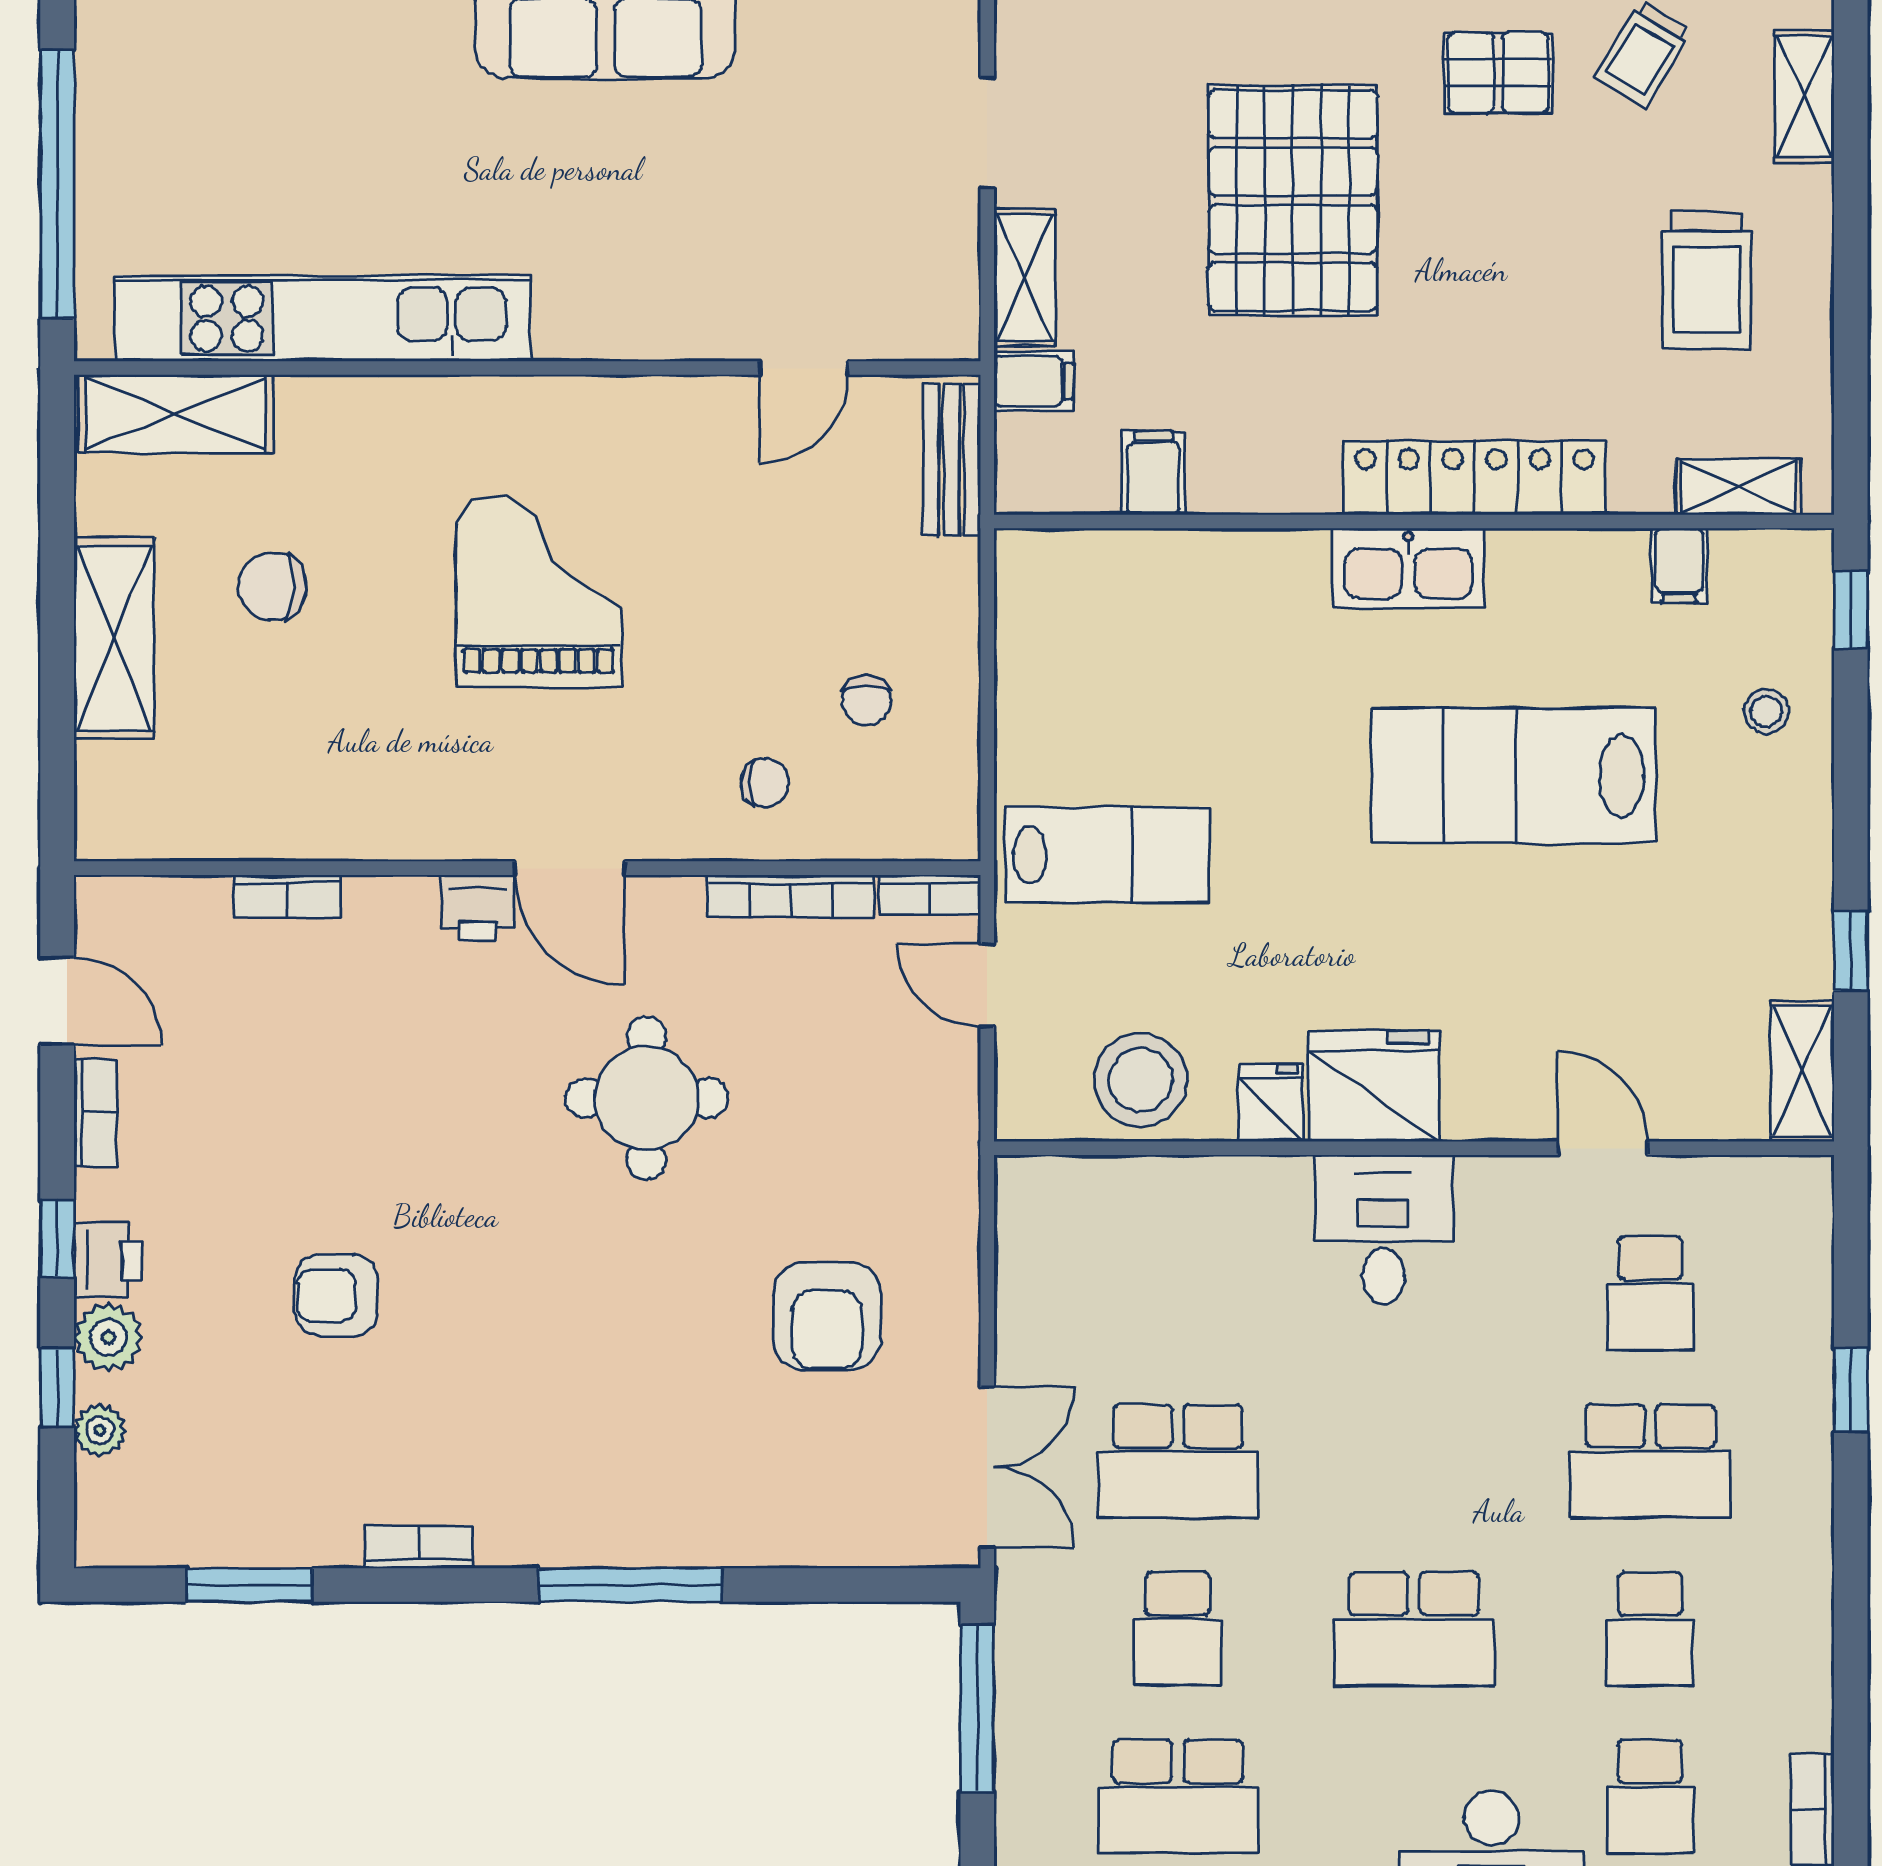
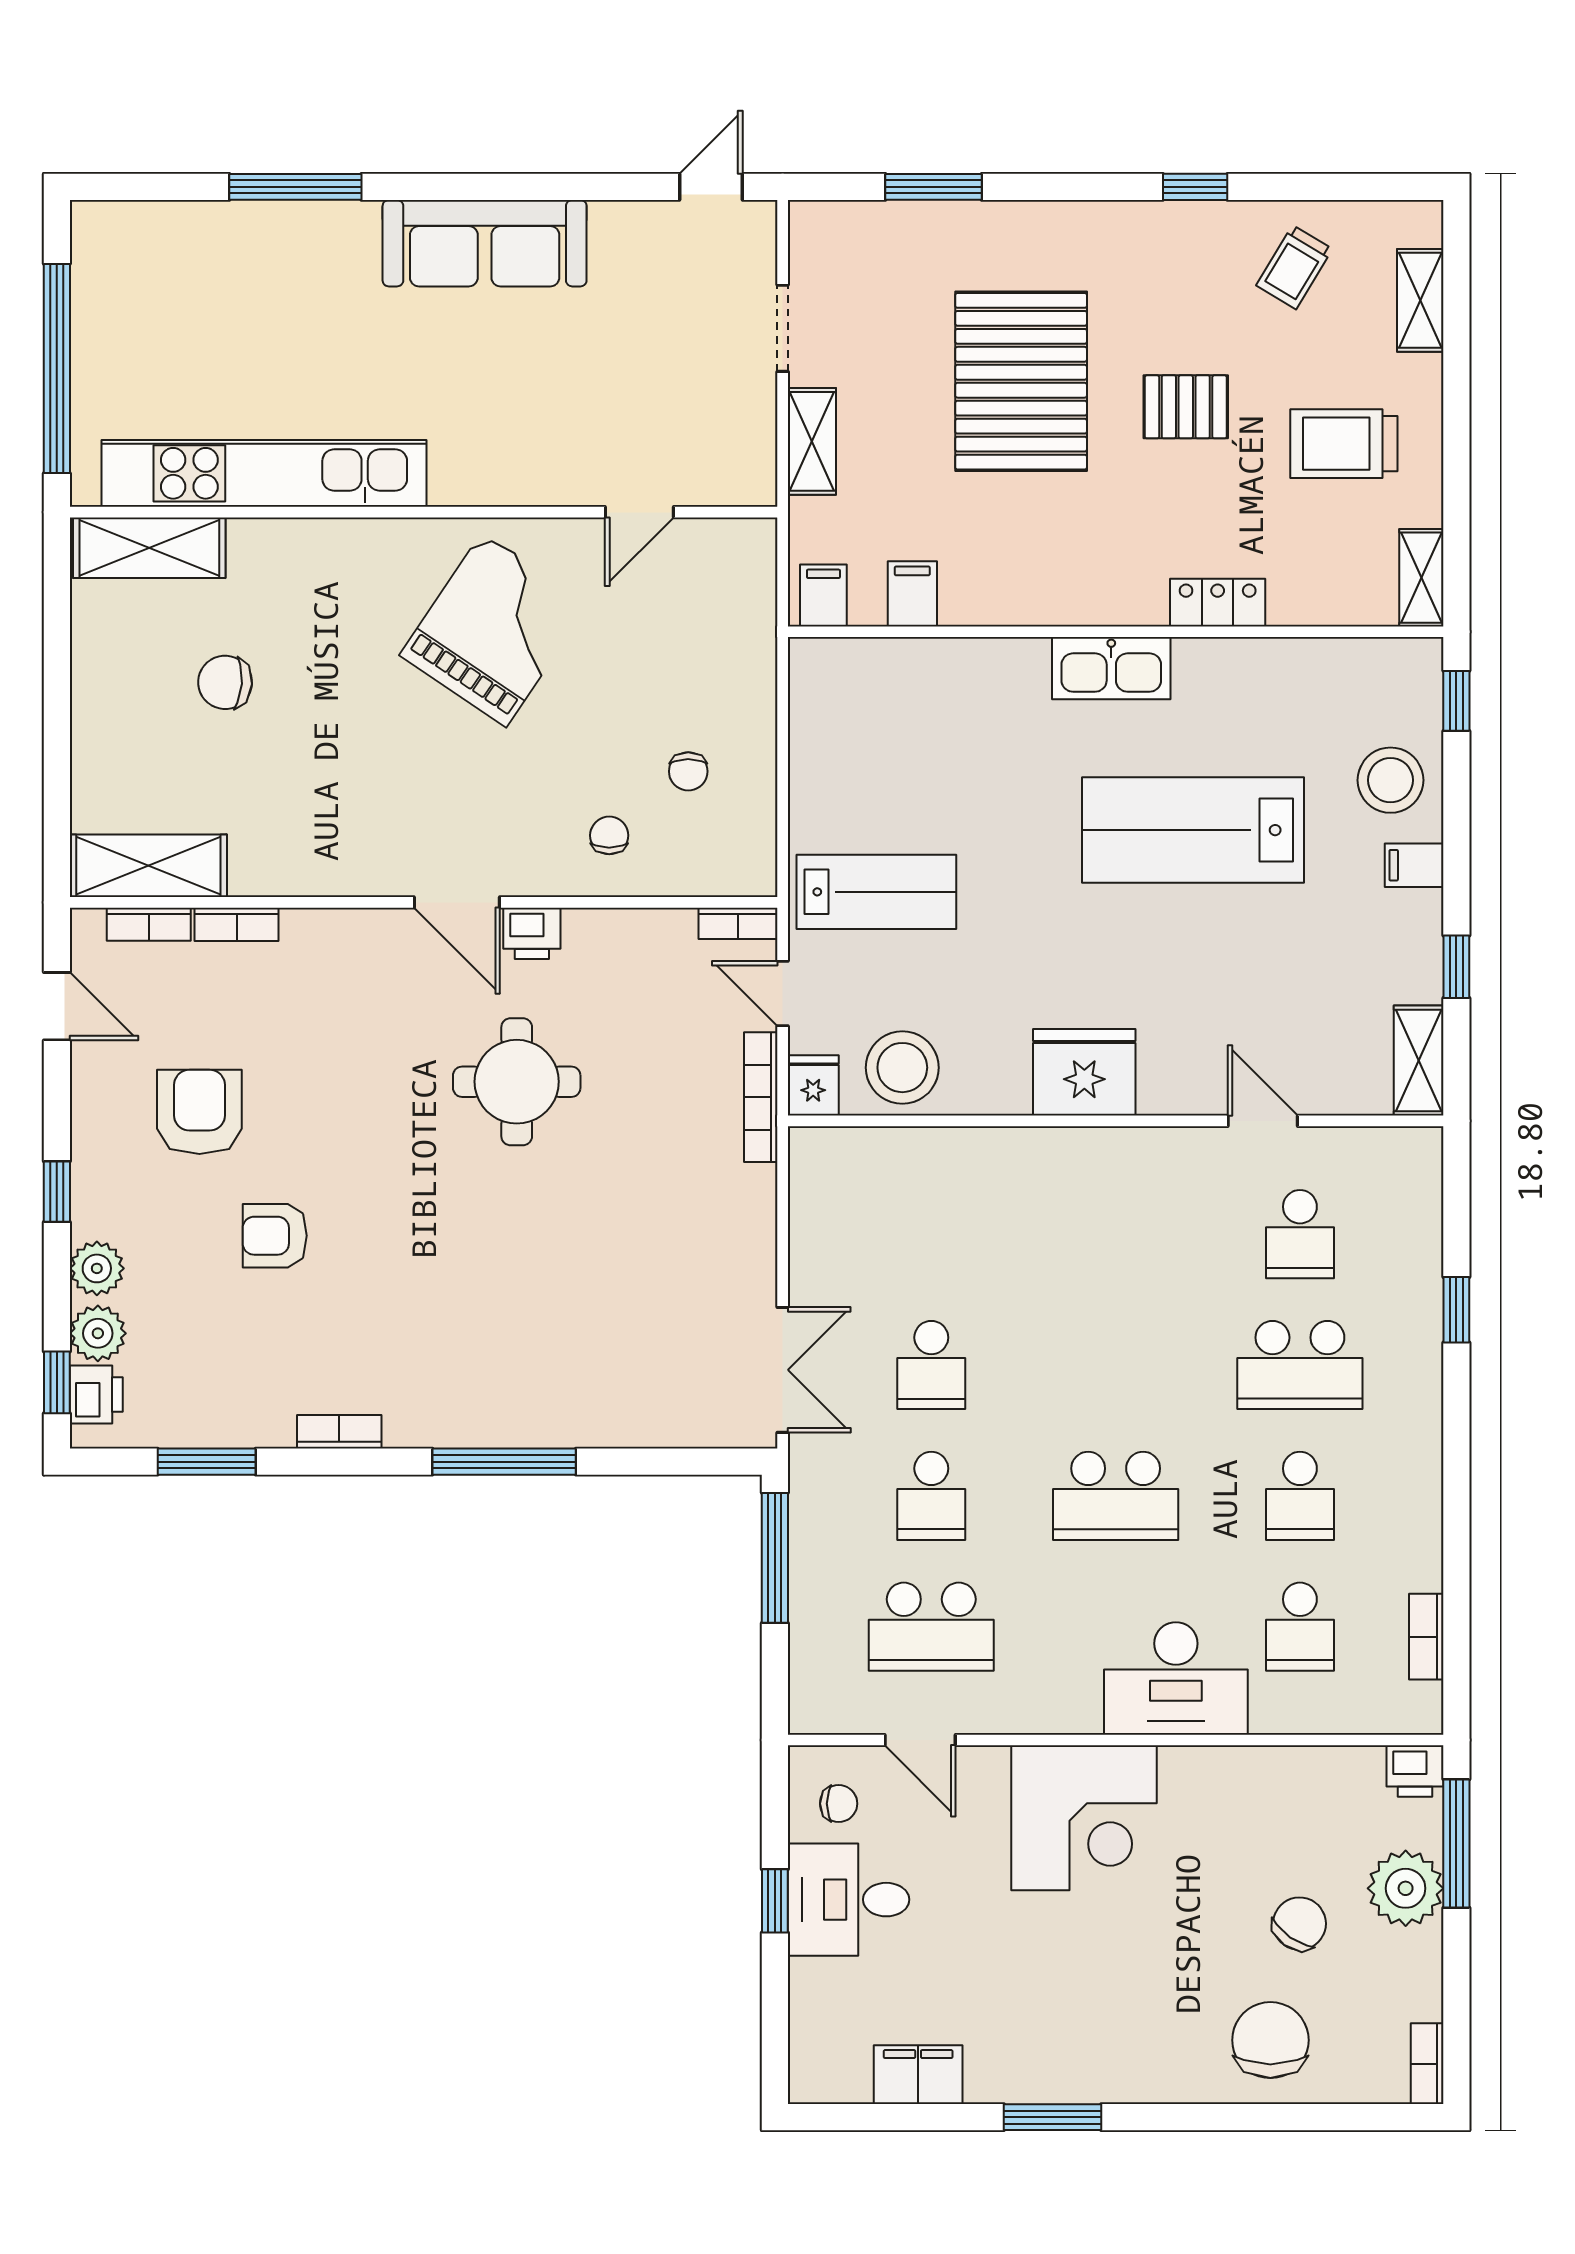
pallet: (1498, 73) -> (1186, 407), moved
trolley: (1706, 280) -> (1344, 444), turned 90
filing cabinet: (1034, 381) -> (823, 596), moved, turned -90
bench: (952, 460) -> (755, 583), removed
locker: (1474, 478) -> (1218, 603), width x0.46, depth x0.83
shelving: (1738, 487) -> (1421, 578), moved, turned 90
filing cabinet: (1679, 566) -> (1414, 865), moved, turned 90
grand piano: (539, 592) -> (494, 630), moved, turned 34
shelving: (114, 638) -> (148, 866), moved, turned 90
stool: (1766, 712) -> (1390, 780), width x1.89, depth x1.89
chair: (765, 782) -> (609, 835), turned -90
bookcase: (791, 896) -> (761, 1097), moved, turned 90
printer: (478, 908) -> (532, 933), moved
fridge: (1271, 1103) -> (813, 1085), moved
bookcase: (95, 1113) -> (149, 924), moved, turned 90
desk: (1384, 1230) -> (1092, 1184), removed
printer: (108, 1260) -> (96, 1394), moved
armchair: (827, 1316) -> (199, 1112), moved, turned 180
window: (57, 1388) -> (57, 1382), moved
plant: (100, 1430) -> (98, 1333), width x1.38, depth x1.38
school desk: (1178, 1461) -> (931, 1365), width x0.54

